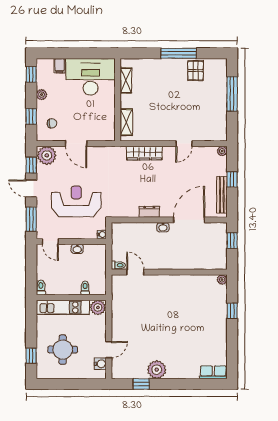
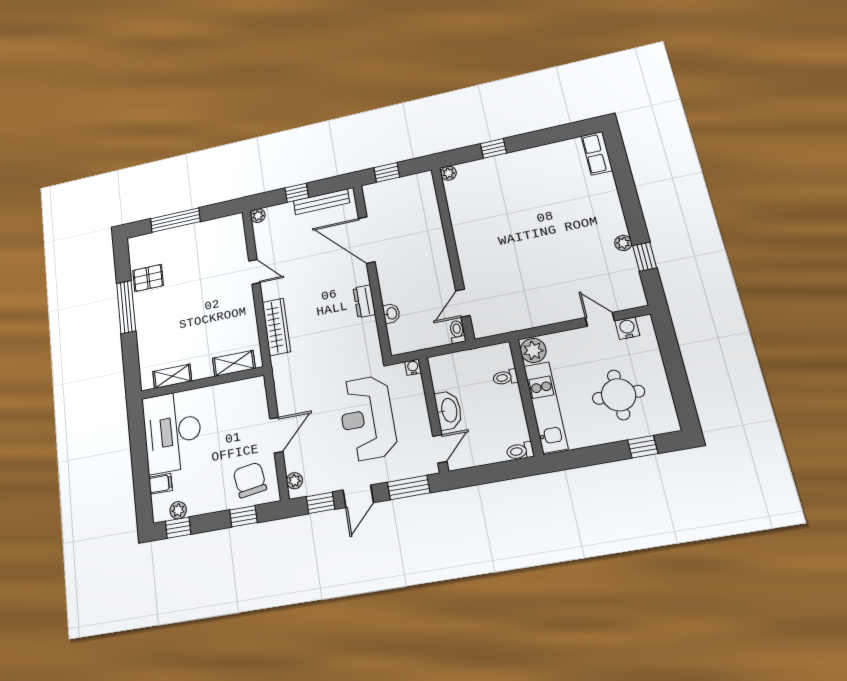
plant: (42, 95) -> (178, 510), moved
chair: (52, 123) -> (250, 480), width x1.87, depth x1.87
plant: (47, 155) -> (294, 481), width x0.53, depth x0.53
washbasin: (163, 227) -> (391, 313), moved
washbasin: (77, 249) -> (449, 410), width x1.91, depth x1.45
plant: (157, 370) -> (623, 243), width x0.53, depth x0.53

